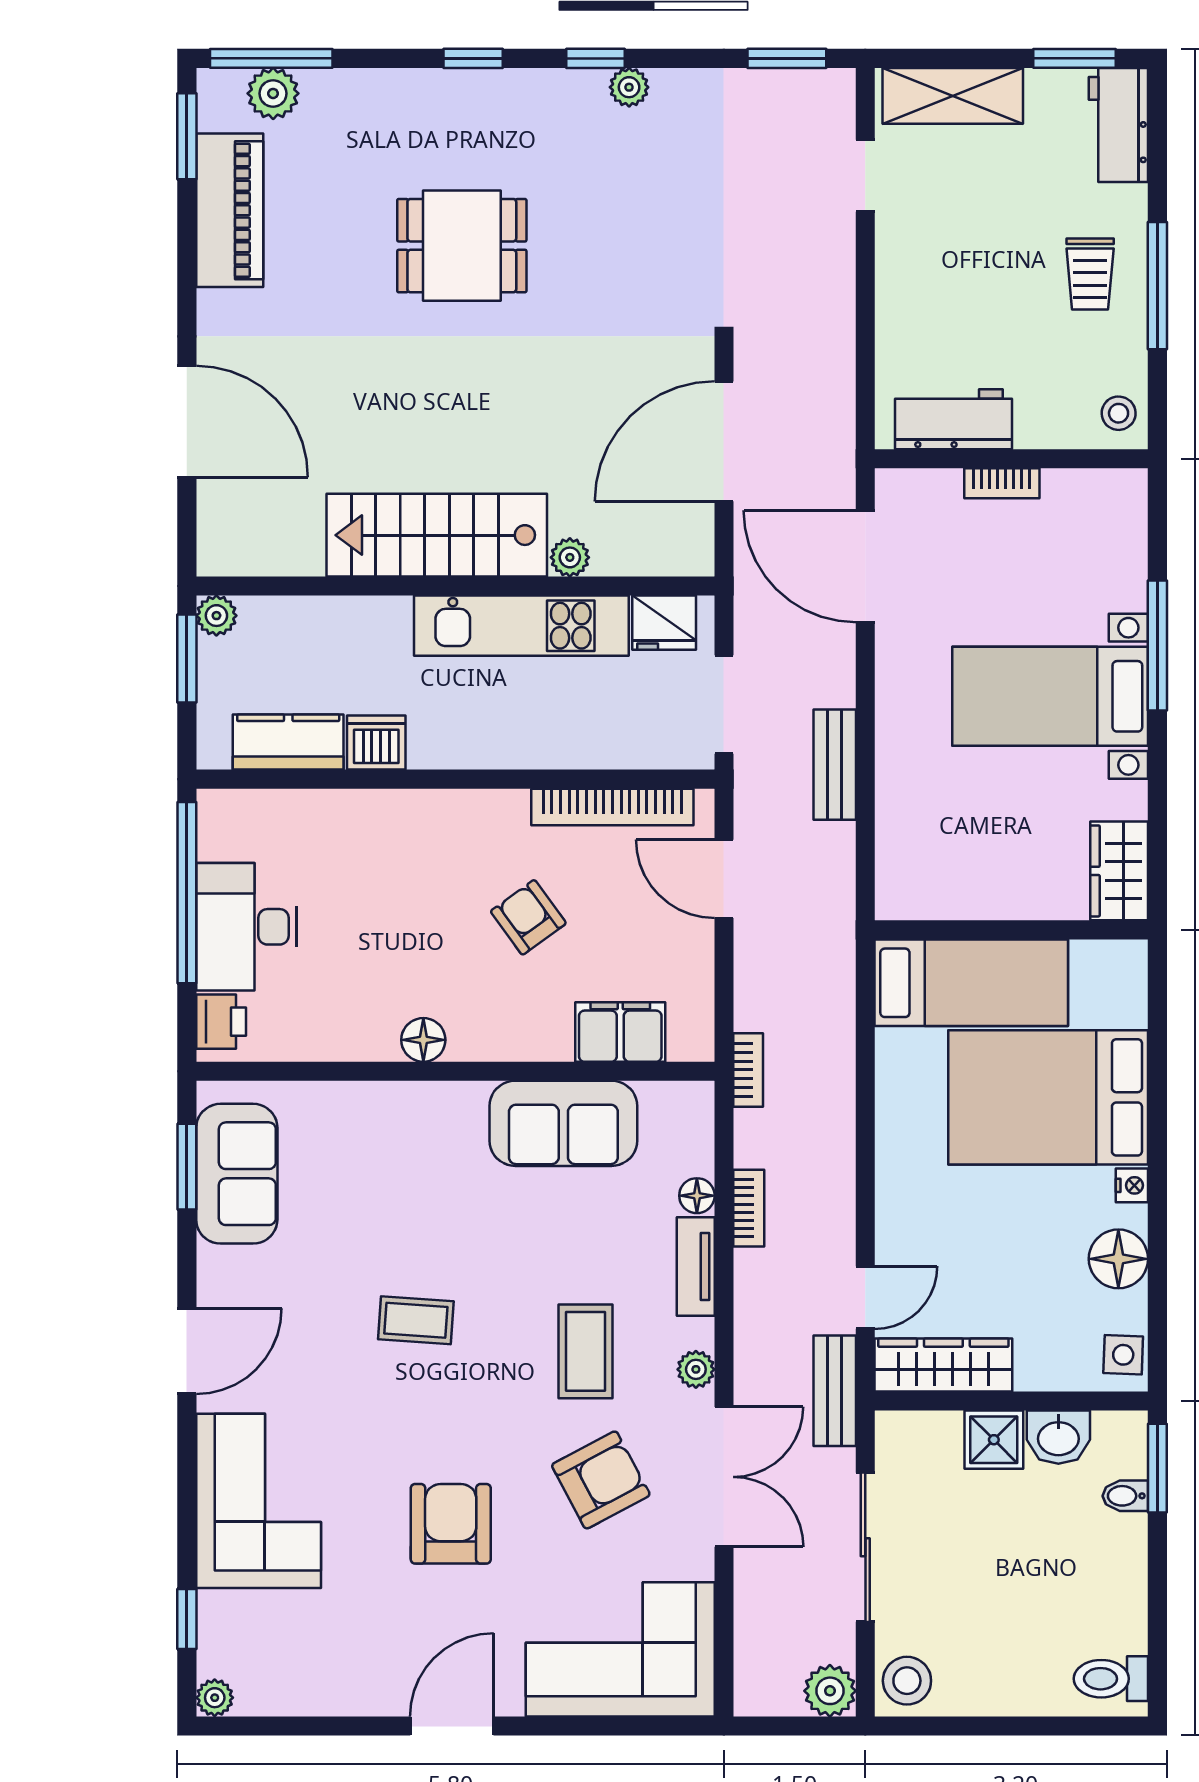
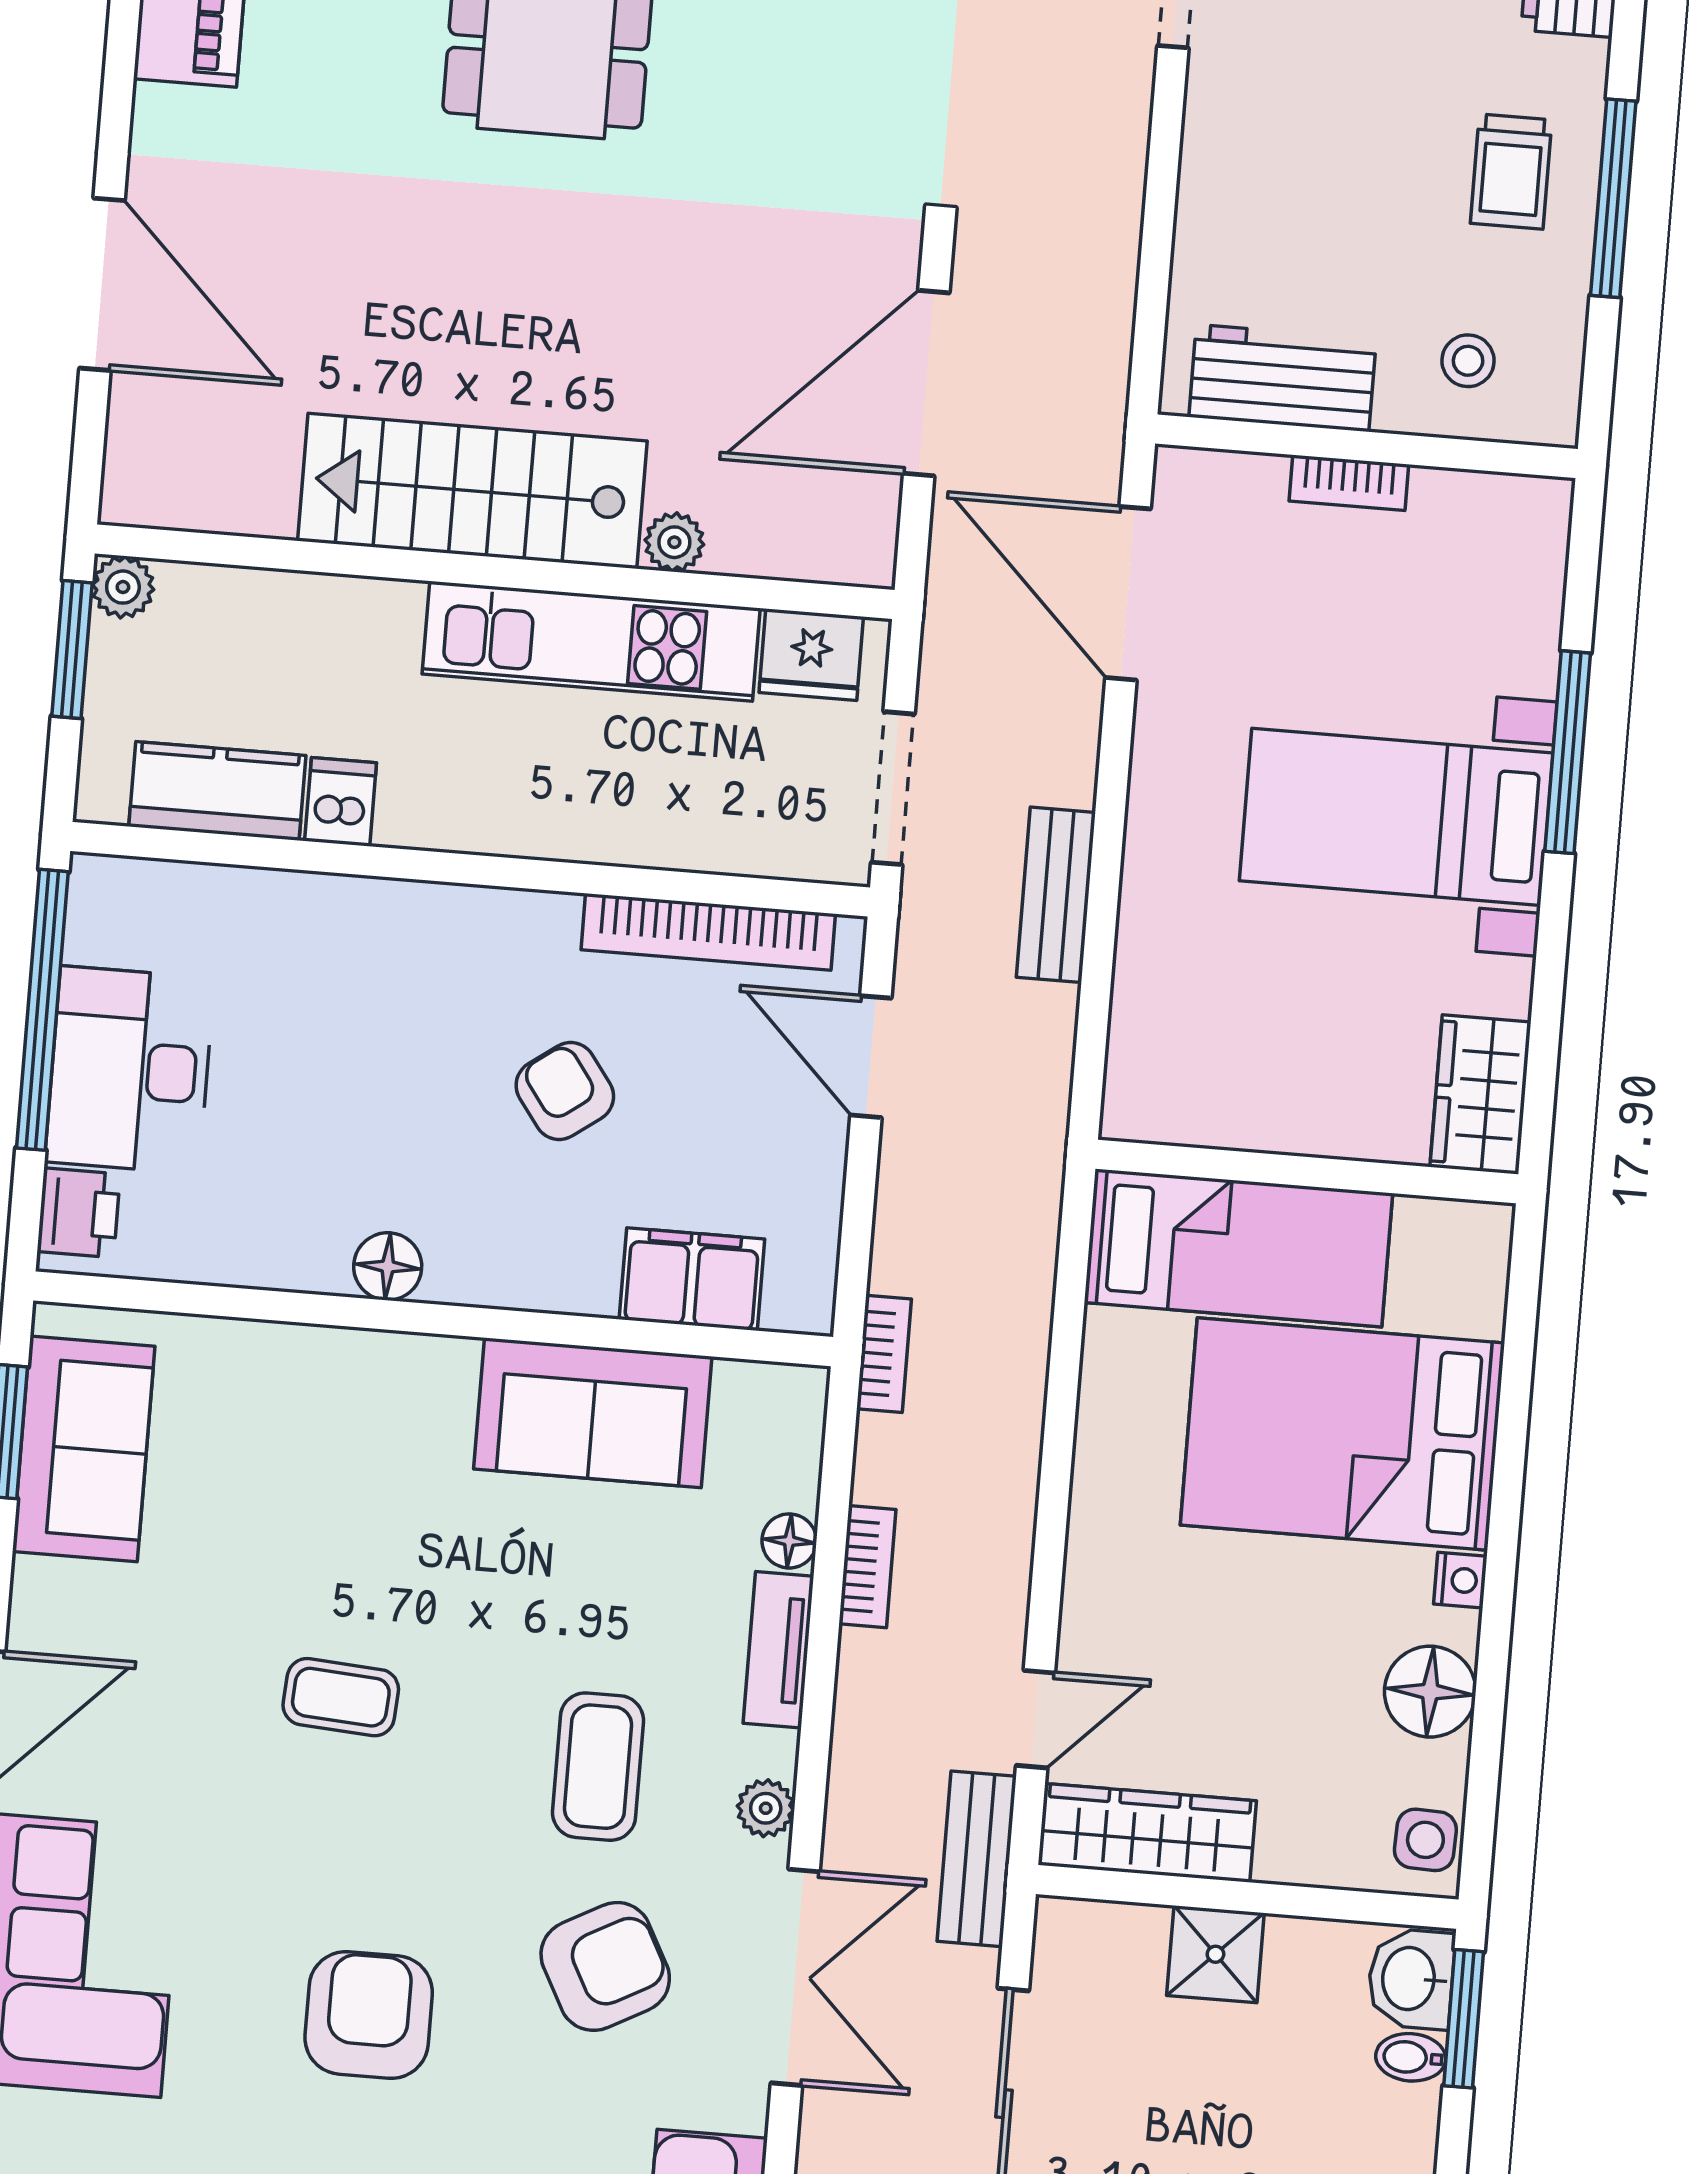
stool: (1119, 413) -> (1468, 361), moved
dishwasher: (376, 743) -> (341, 802), width x0.73
washbasin: (1058, 1437) -> (1411, 1979), moved, turned 90

